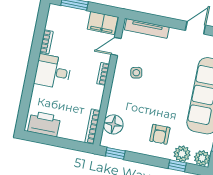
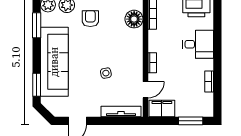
desk: (53, 72) -> (198, 44), moved
side table: (136, 73) -> (106, 73), moved

